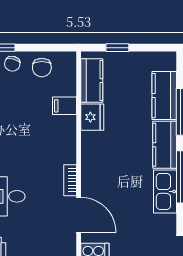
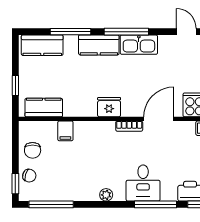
chair: (42, 68) -> (33, 150), turned 90
kitchen counter: (164, 96) -> (42, 45), moved
fridge: (92, 117) -> (109, 107), moved

